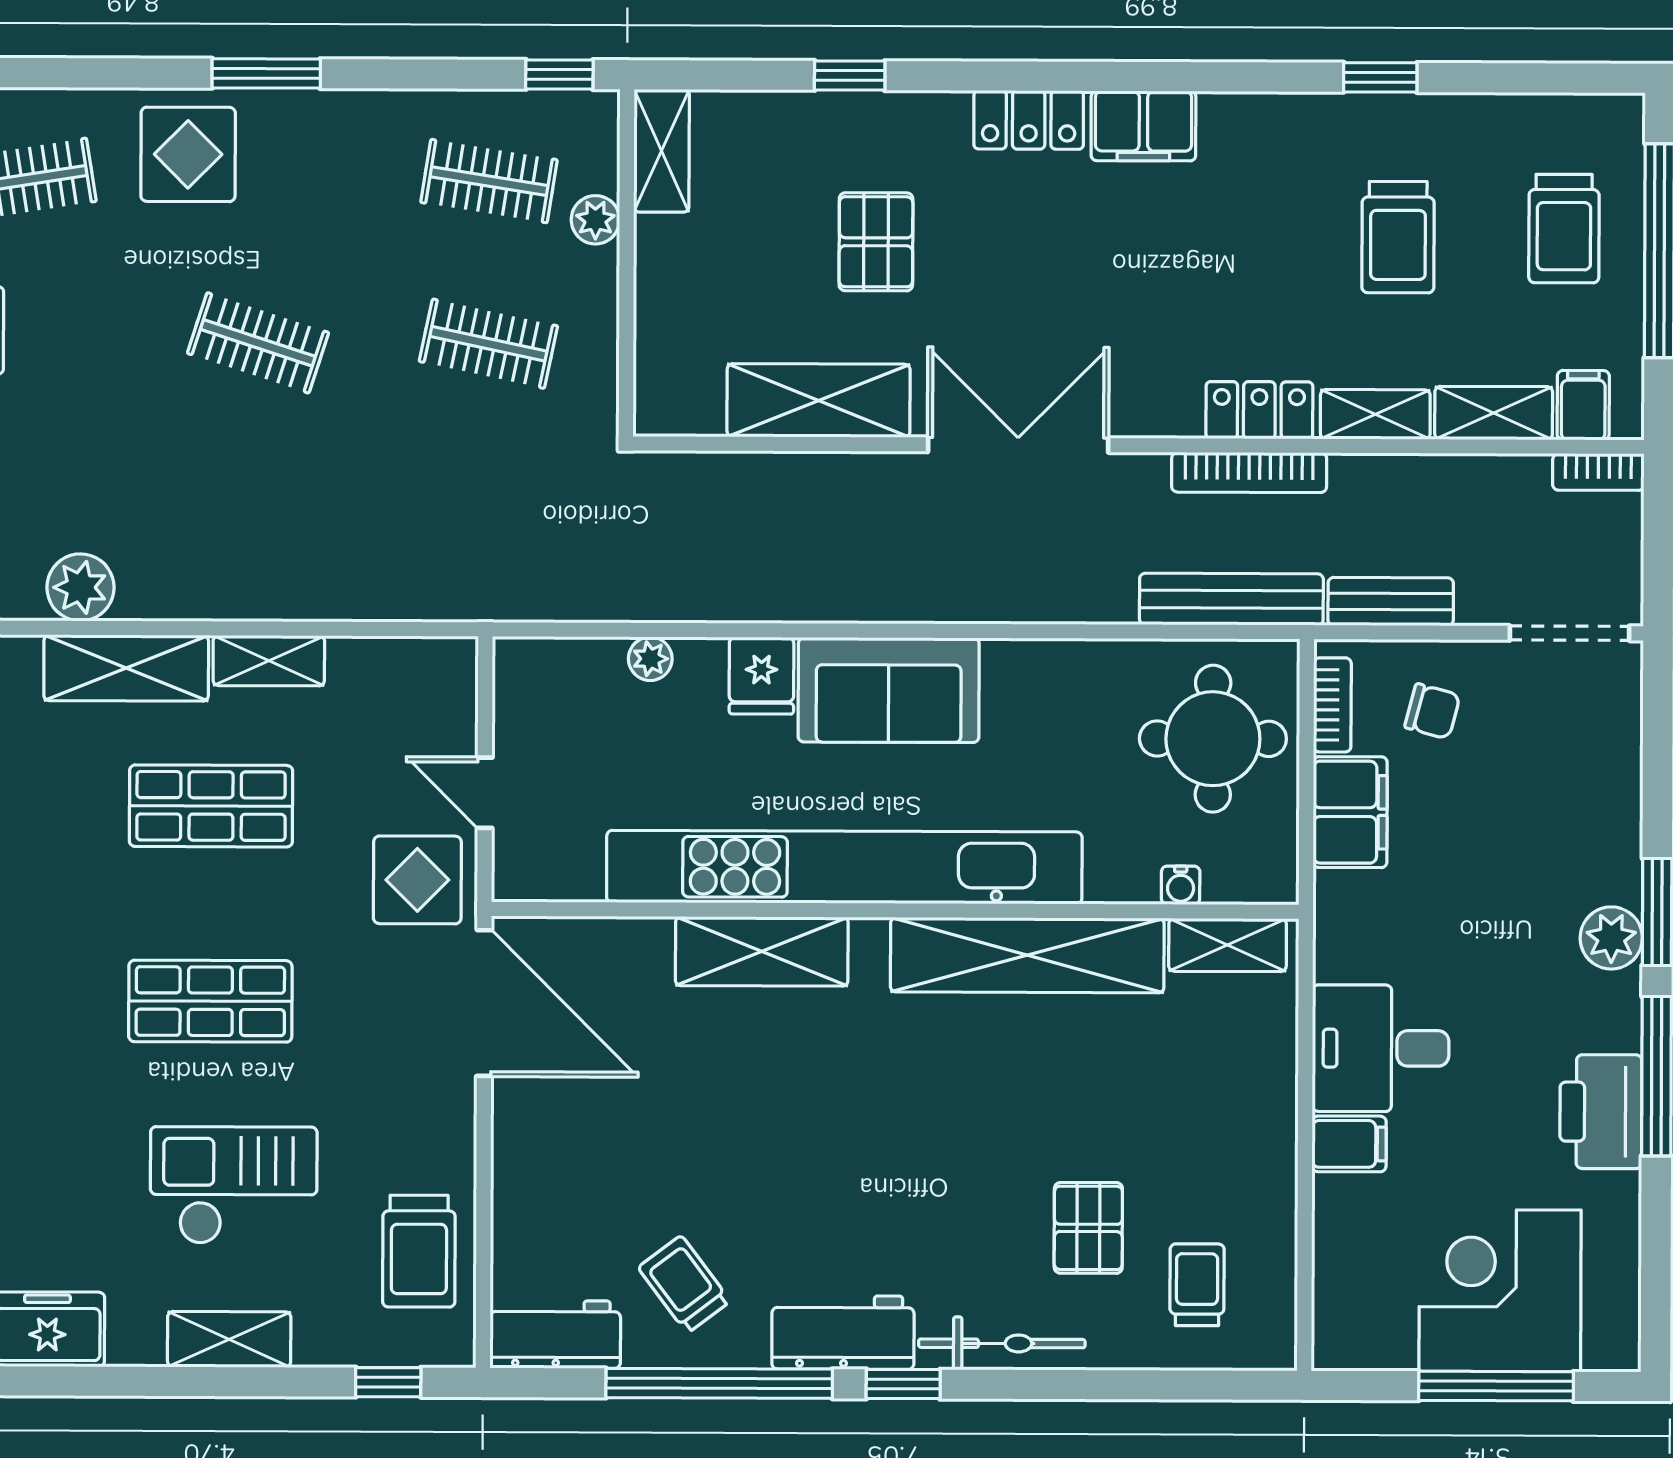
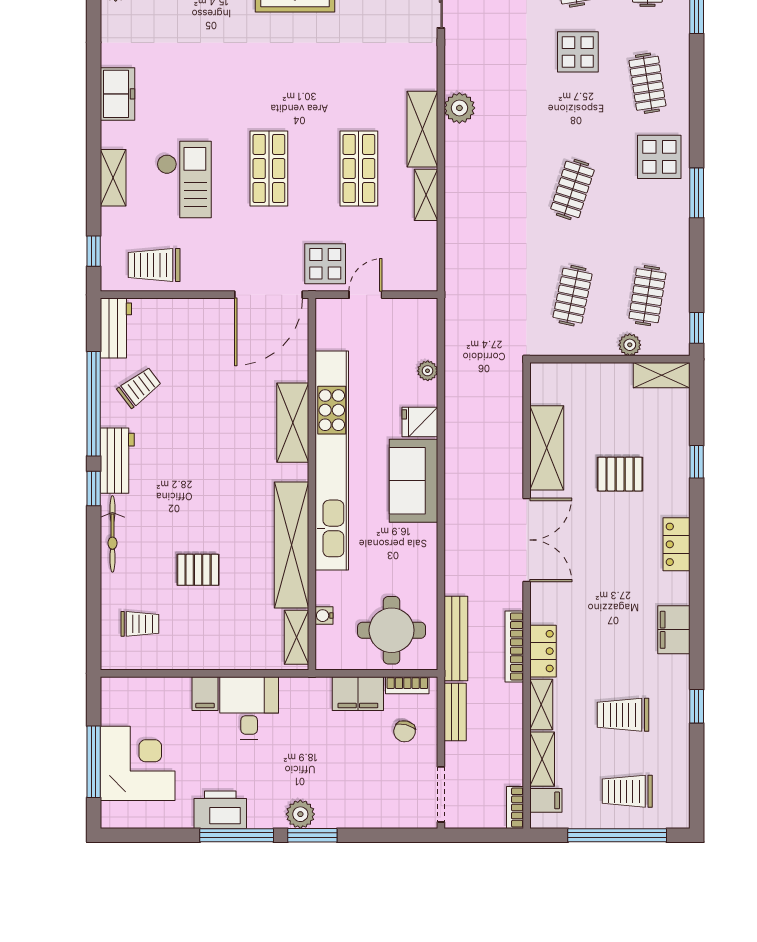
filing cabinet: (1143, 126) -> (674, 630), moved
pallet: (1088, 1228) -> (198, 570), moved

